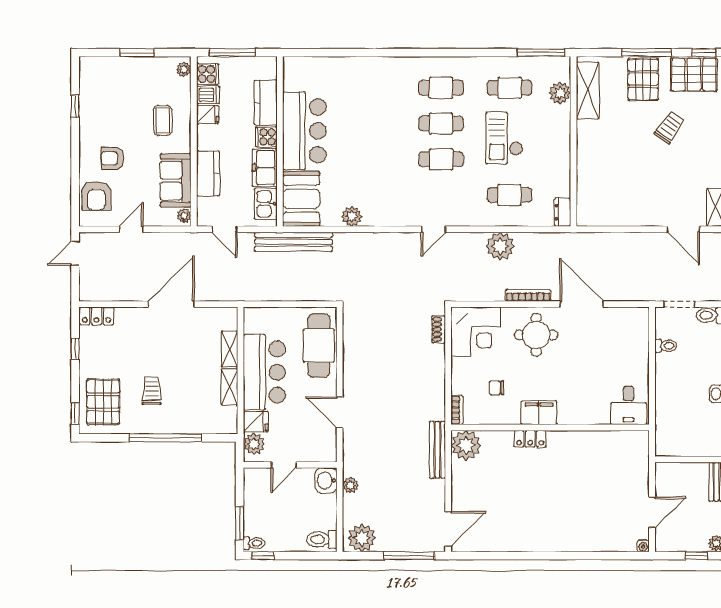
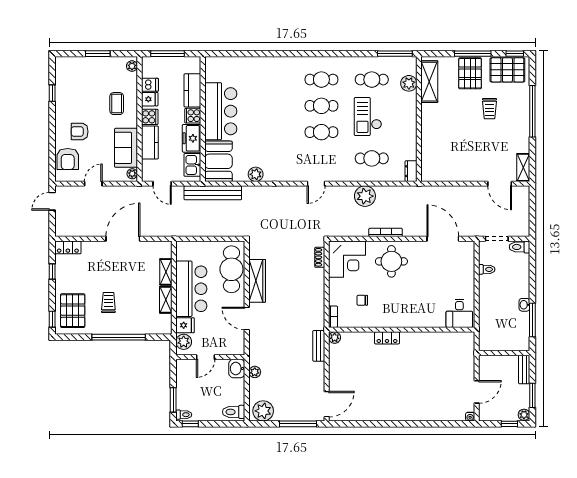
cooker: (208, 74) -> (150, 117), moved
trolley: (669, 127) -> (489, 109), turned 145
door: (582, 304) -> (443, 239), moved
wardrobe: (354, 361) -> (257, 281), added
filing cabinet: (539, 413) -> (394, 319), removed
plant: (466, 445) -> (335, 338), width x0.53, depth x0.53
bench: (437, 450) -> (319, 346), width x0.73

